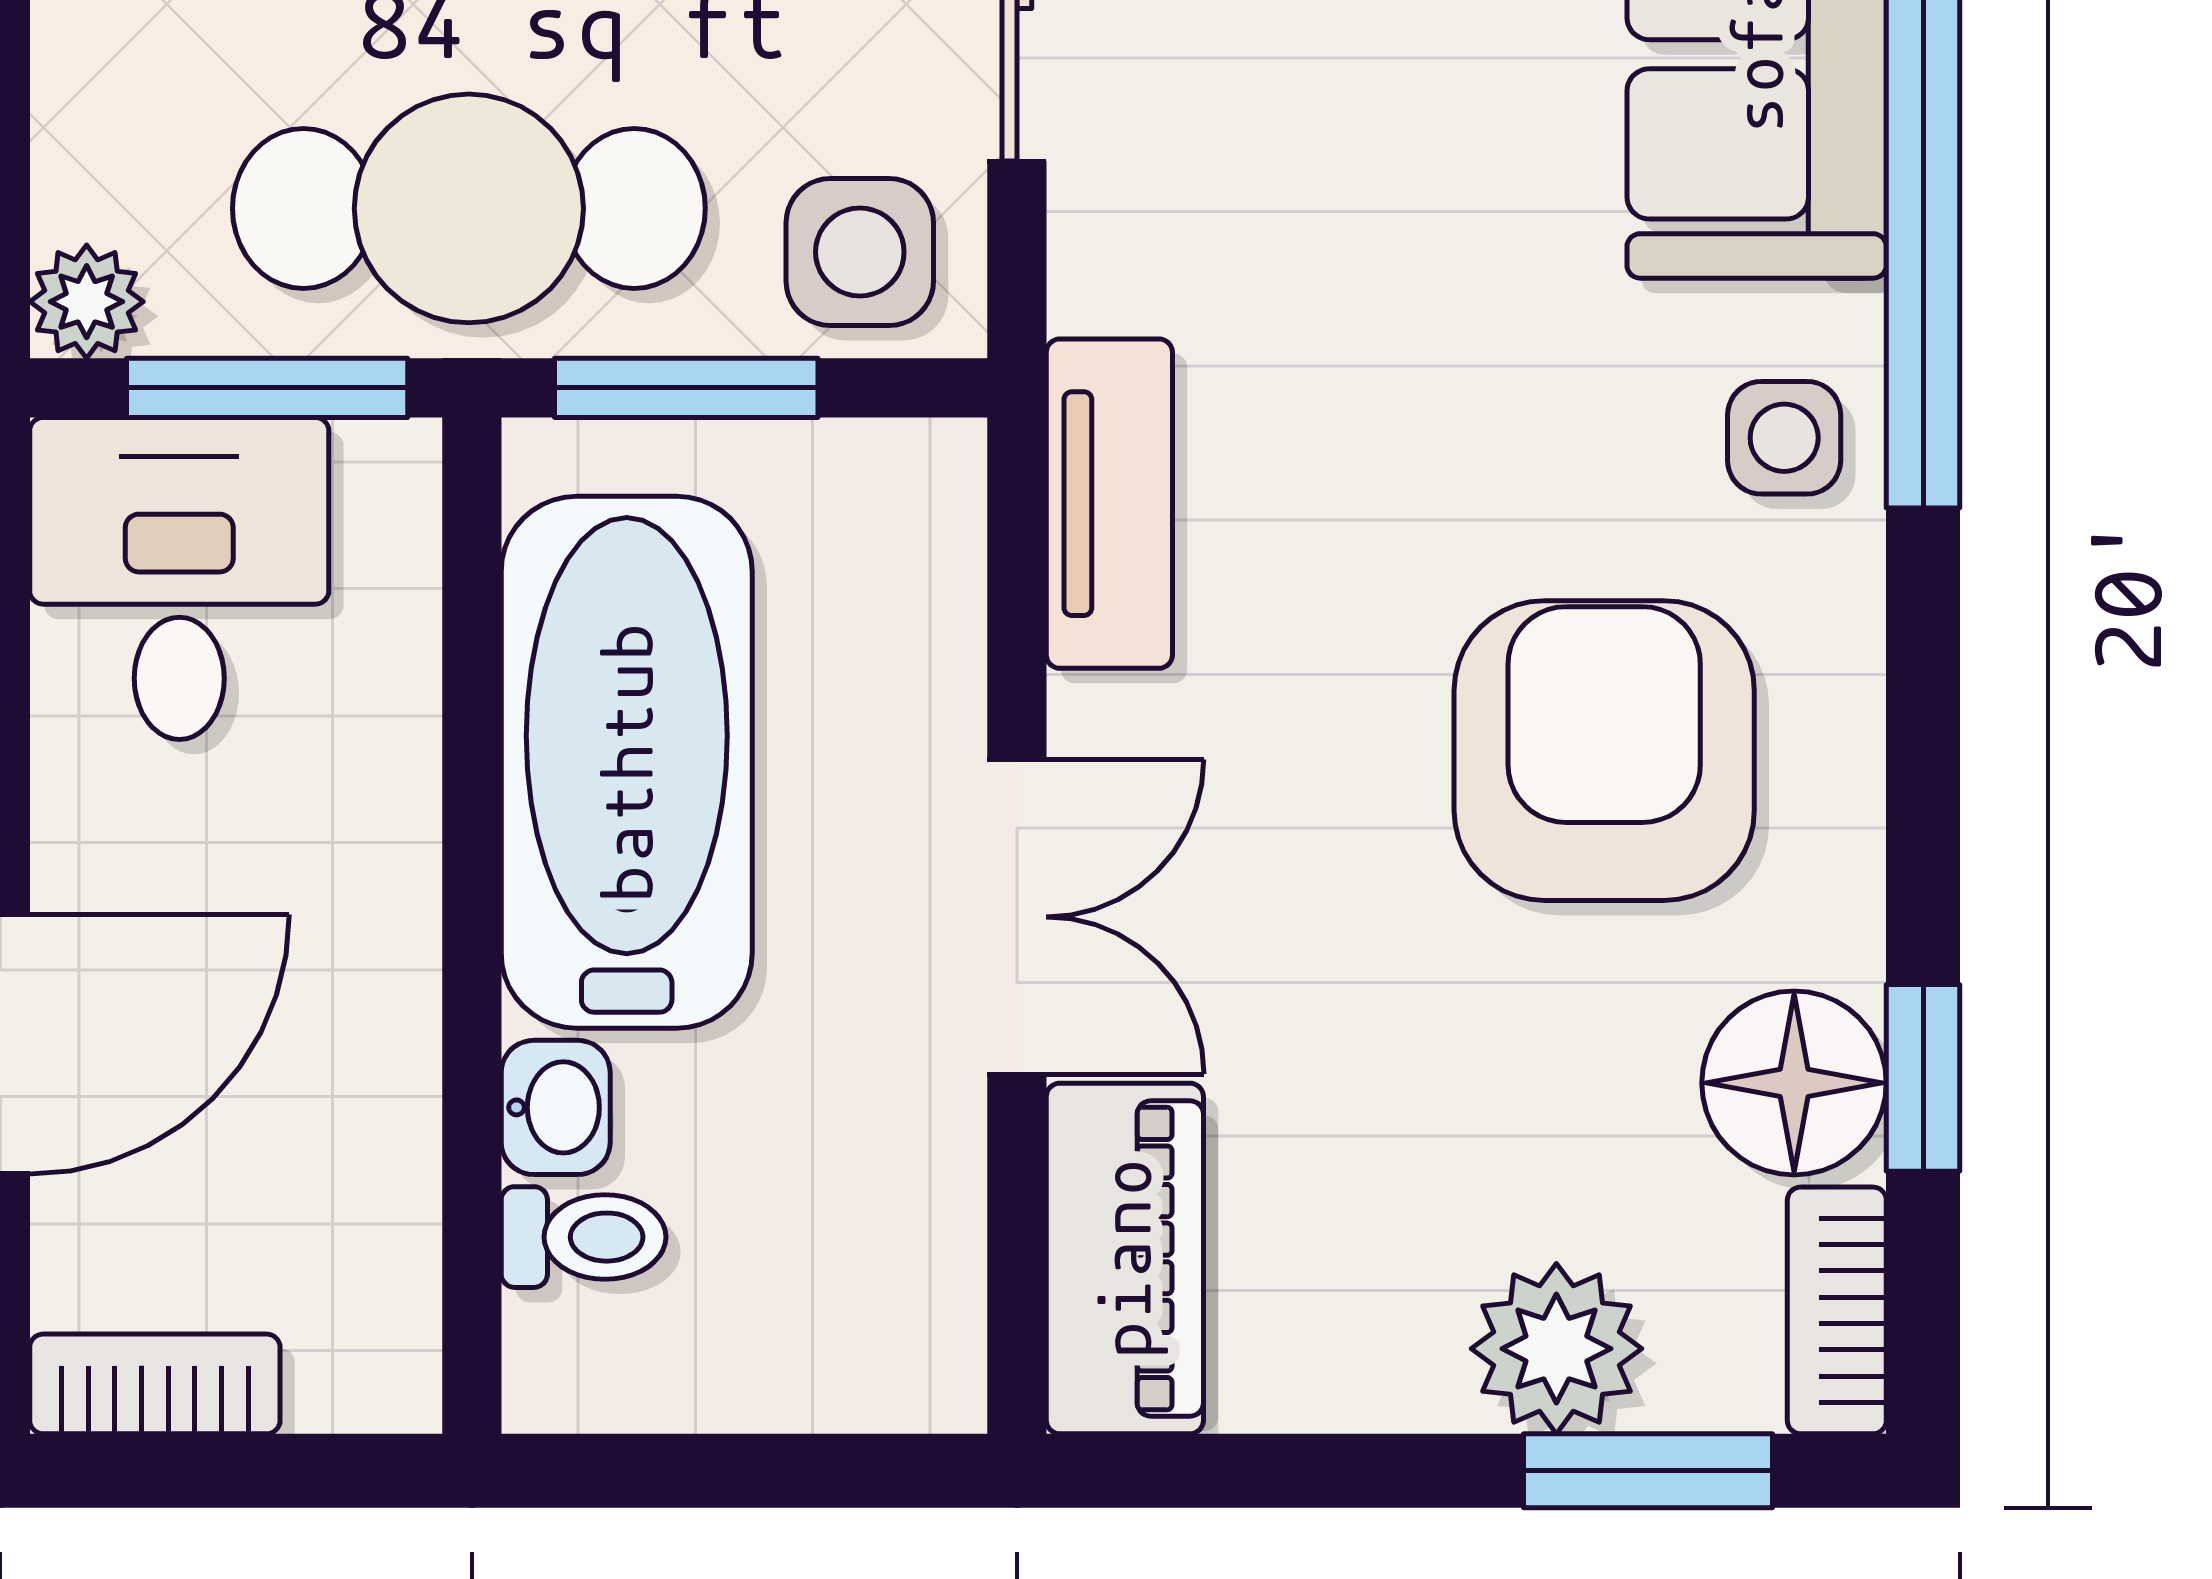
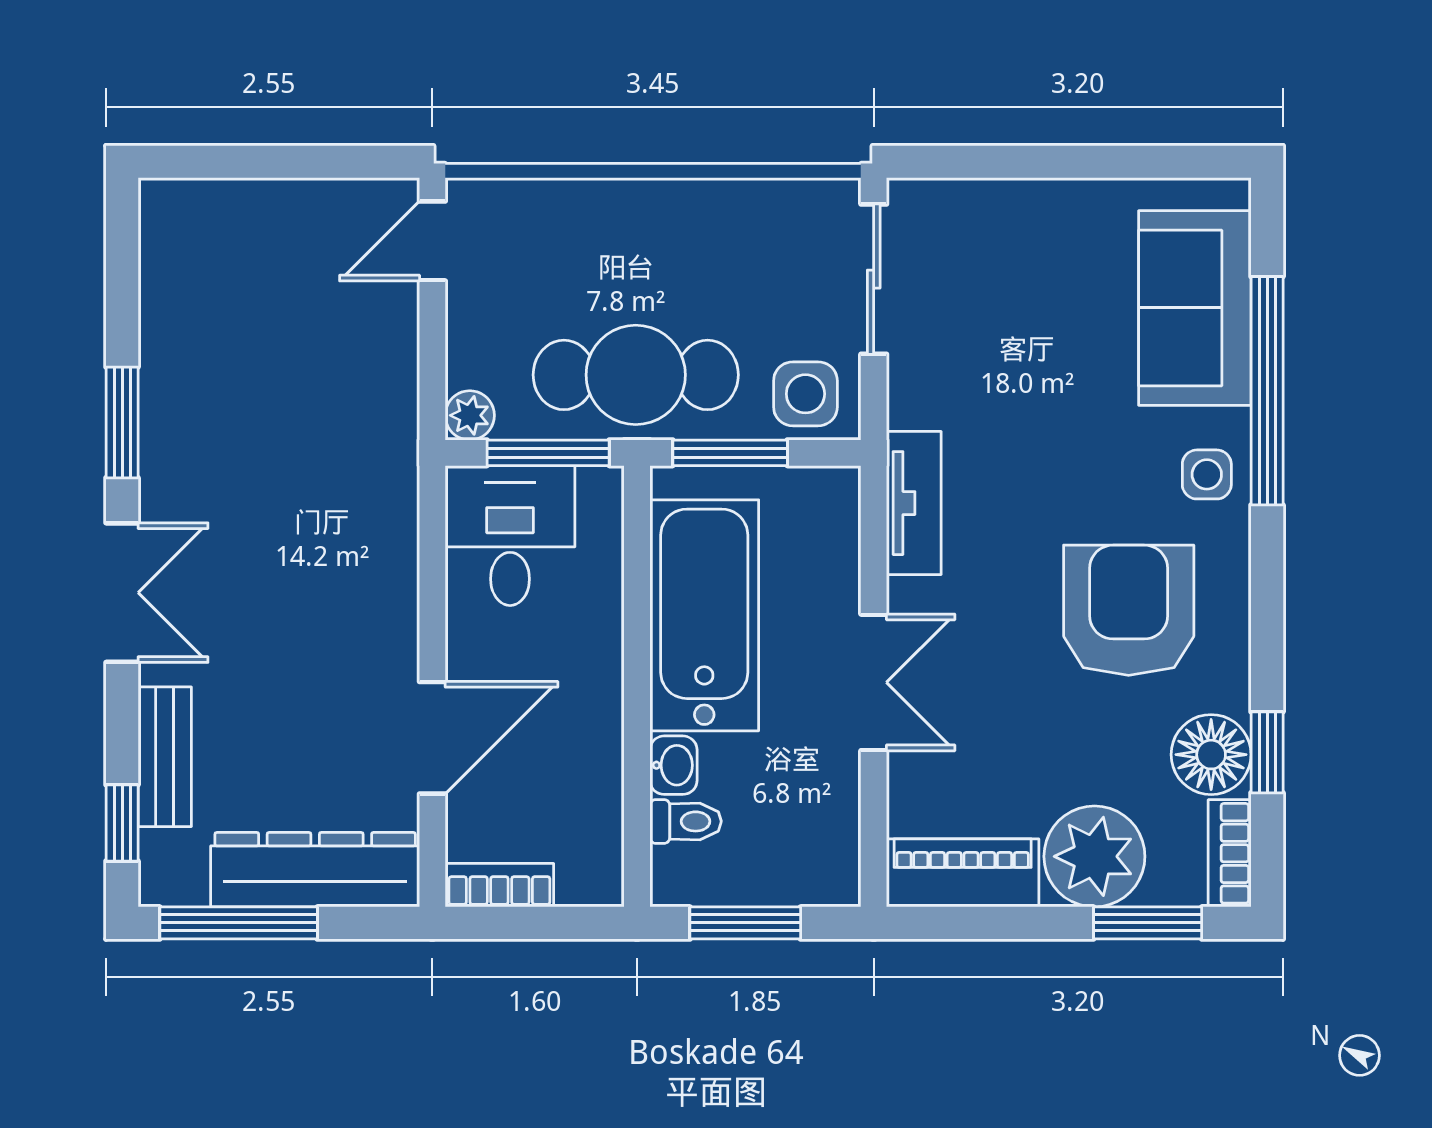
piano: (1125, 1258) -> (963, 873), moved, turned -90
plant: (1556, 1349) -> (1094, 856), width x1.36, depth x1.36
window: (721, 1471) -> (745, 923), added

